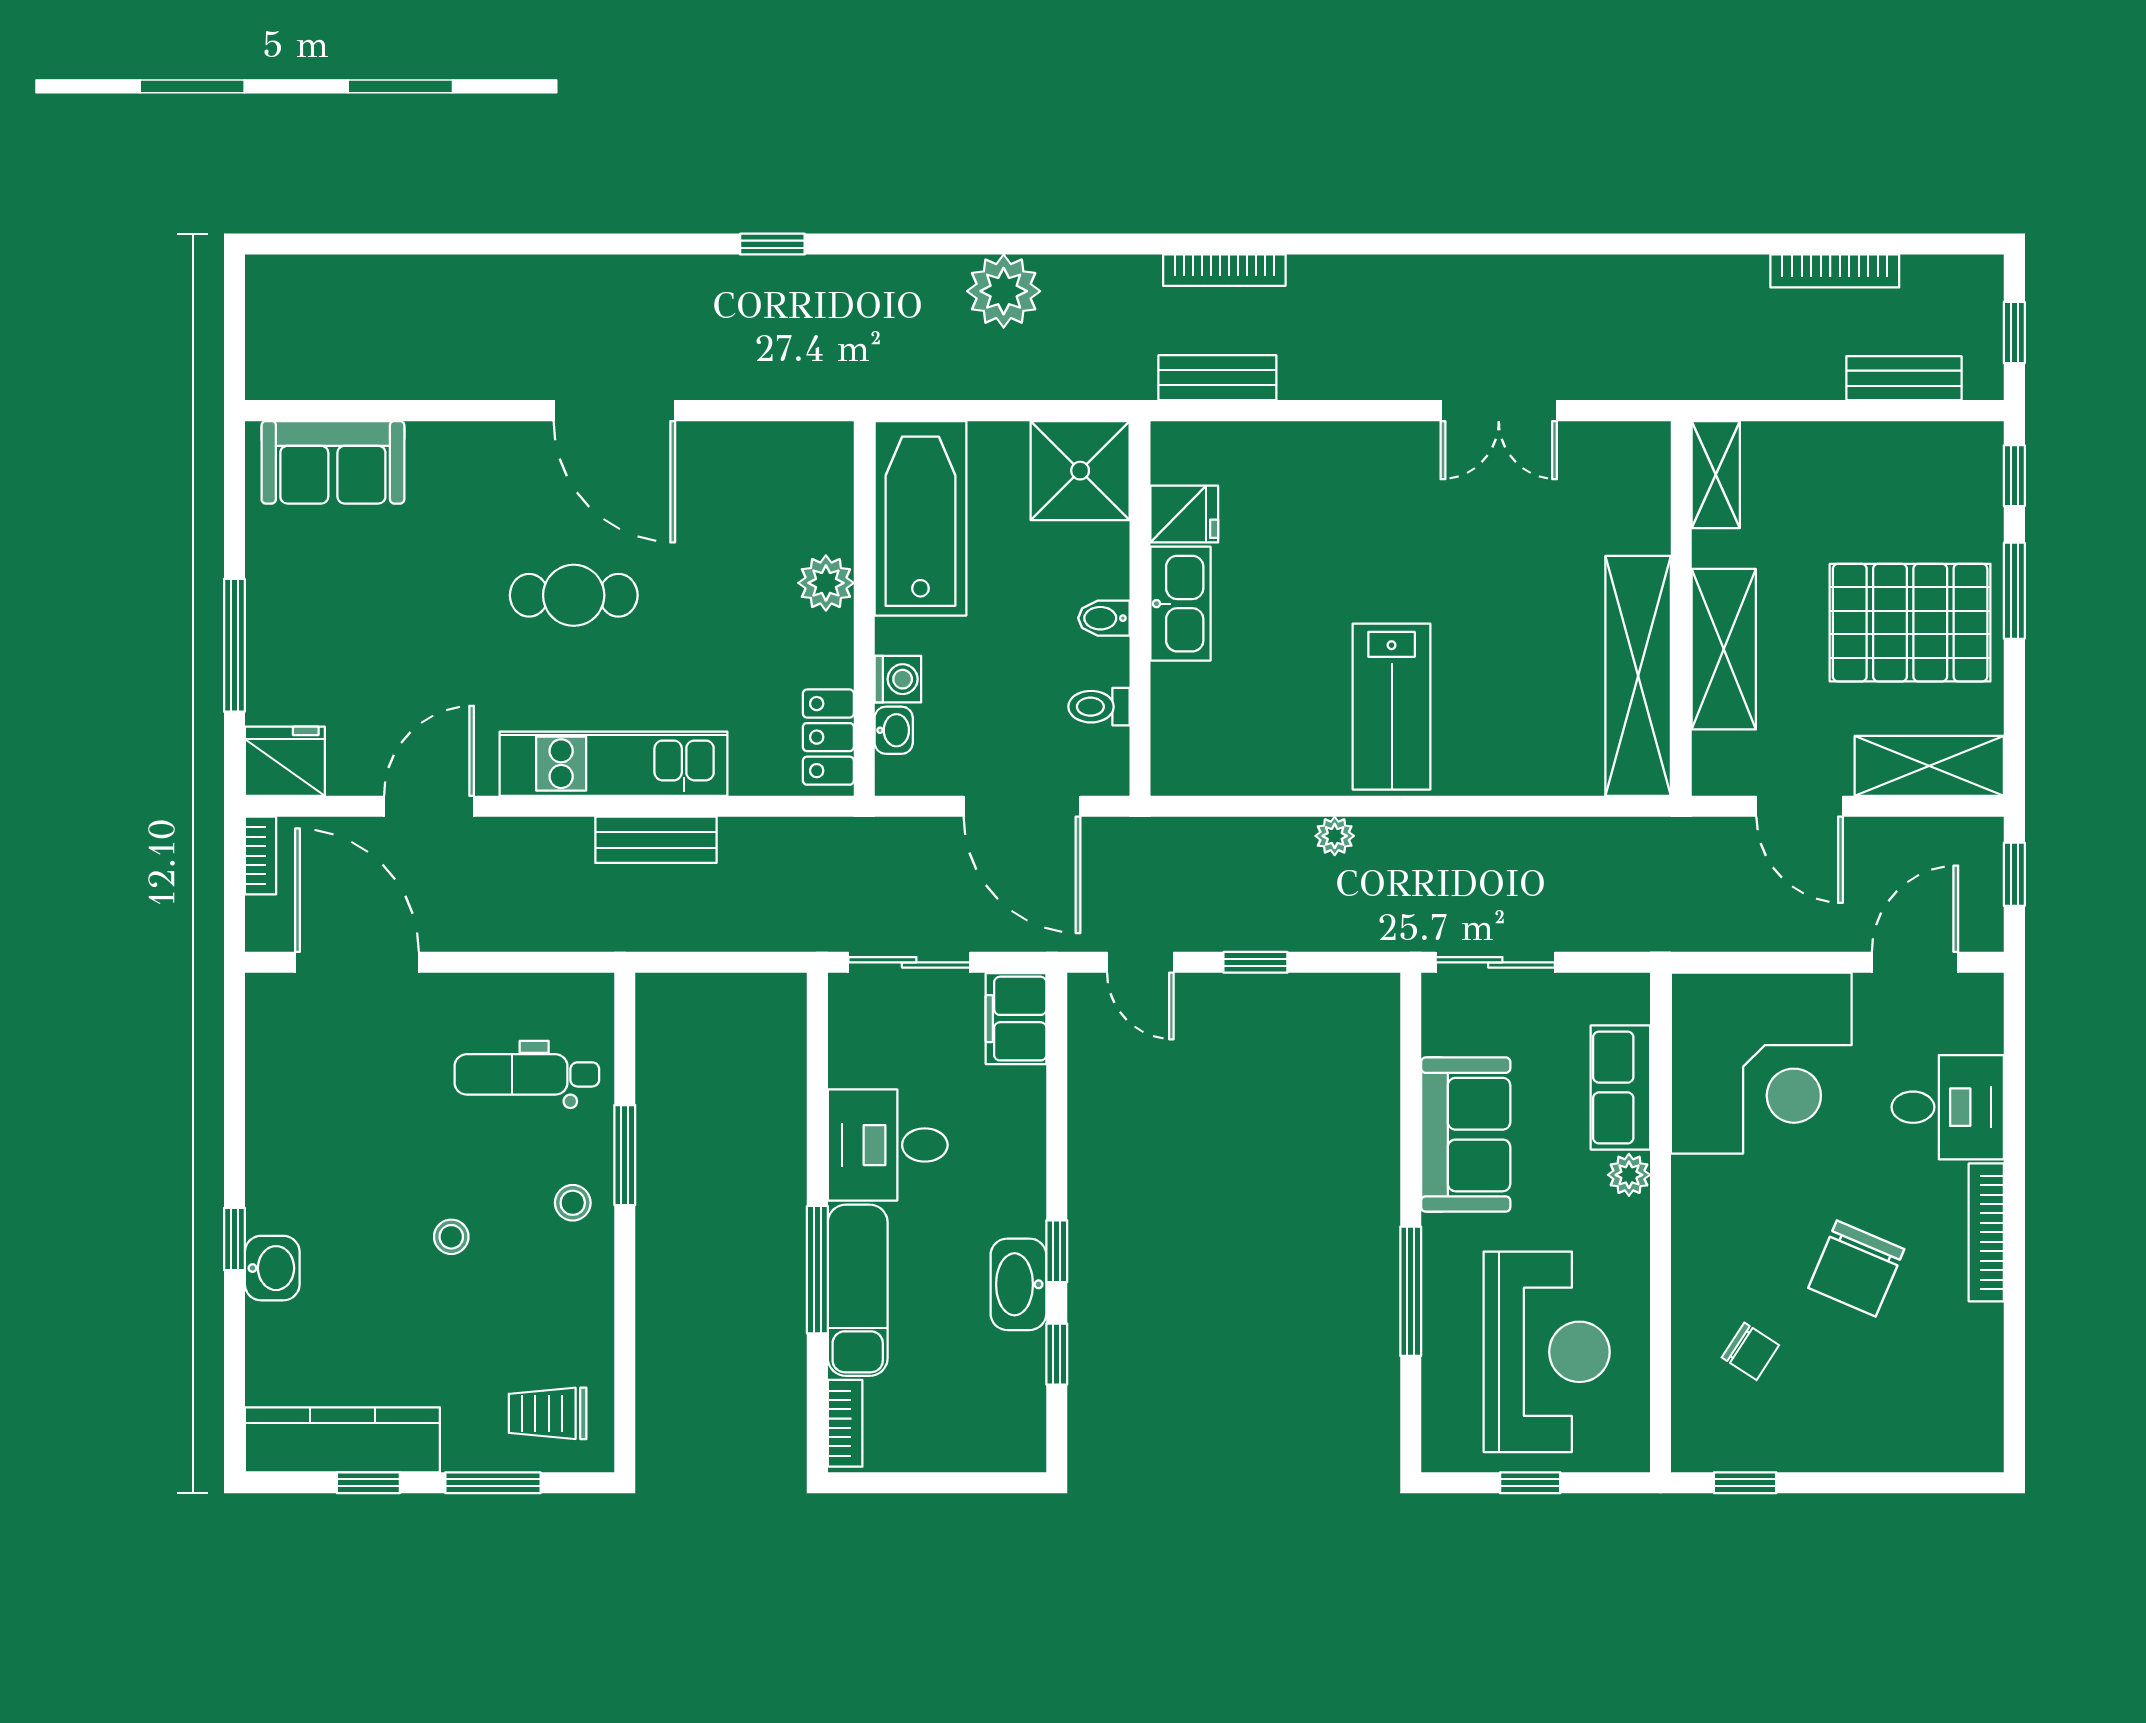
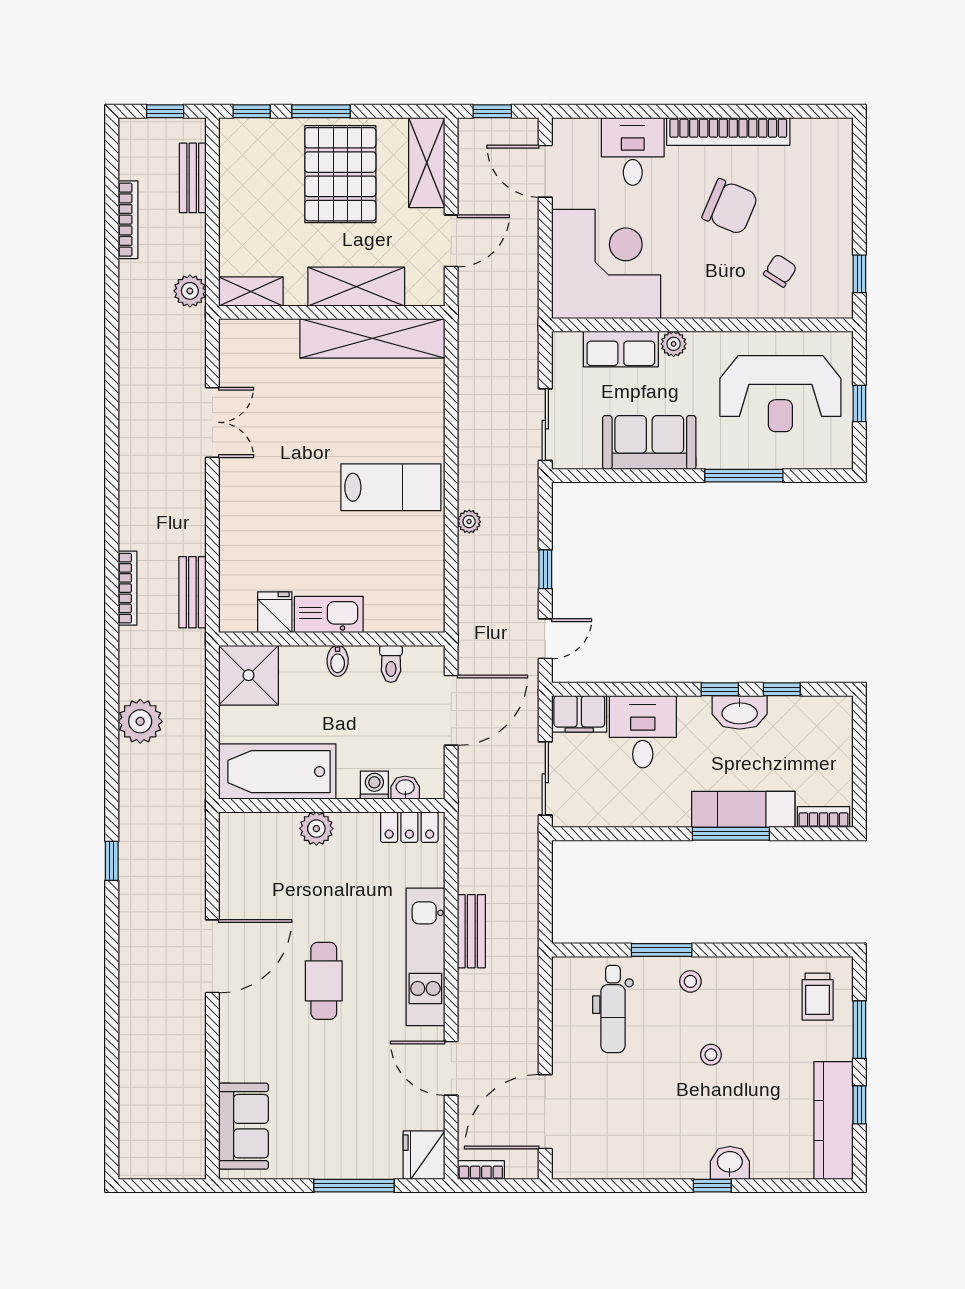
plant: (1717, 373) -> (190, 291), added
desk: (888, 1145) -> (643, 732), moved, turned 180
bookcase: (1986, 1232) -> (728, 131), width x1.48, depth x1.31
reception desk: (1547, 1352) -> (780, 394), turned 180

